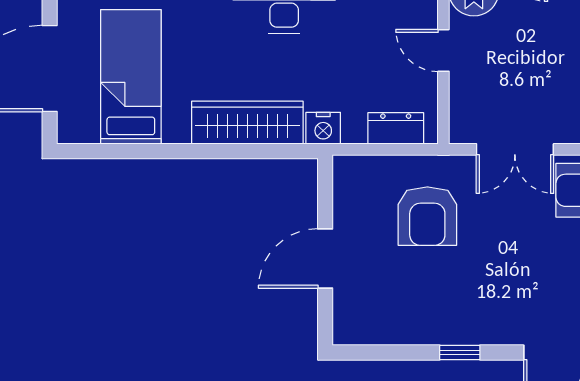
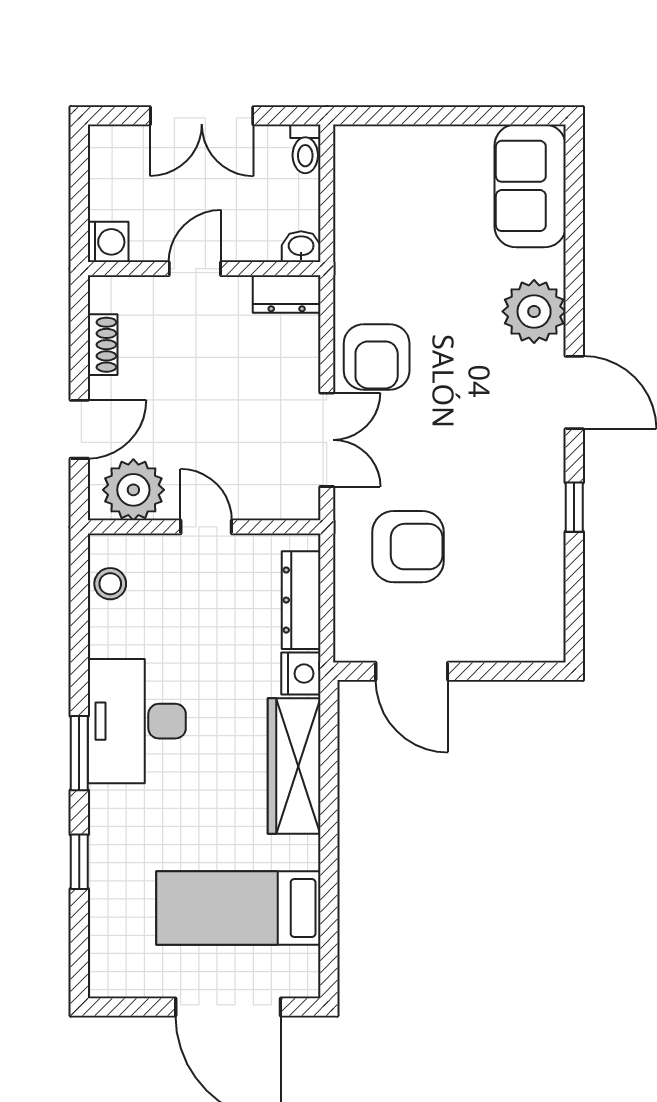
door: (443, 50) -> (206, 527), swing flipped
dresser: (396, 128) -> (301, 600), width x1.44
door: (325, 258) -> (412, 671), moved

